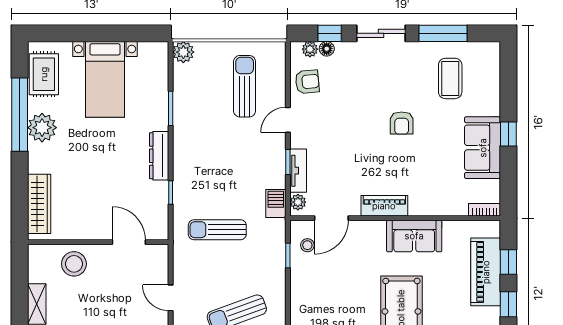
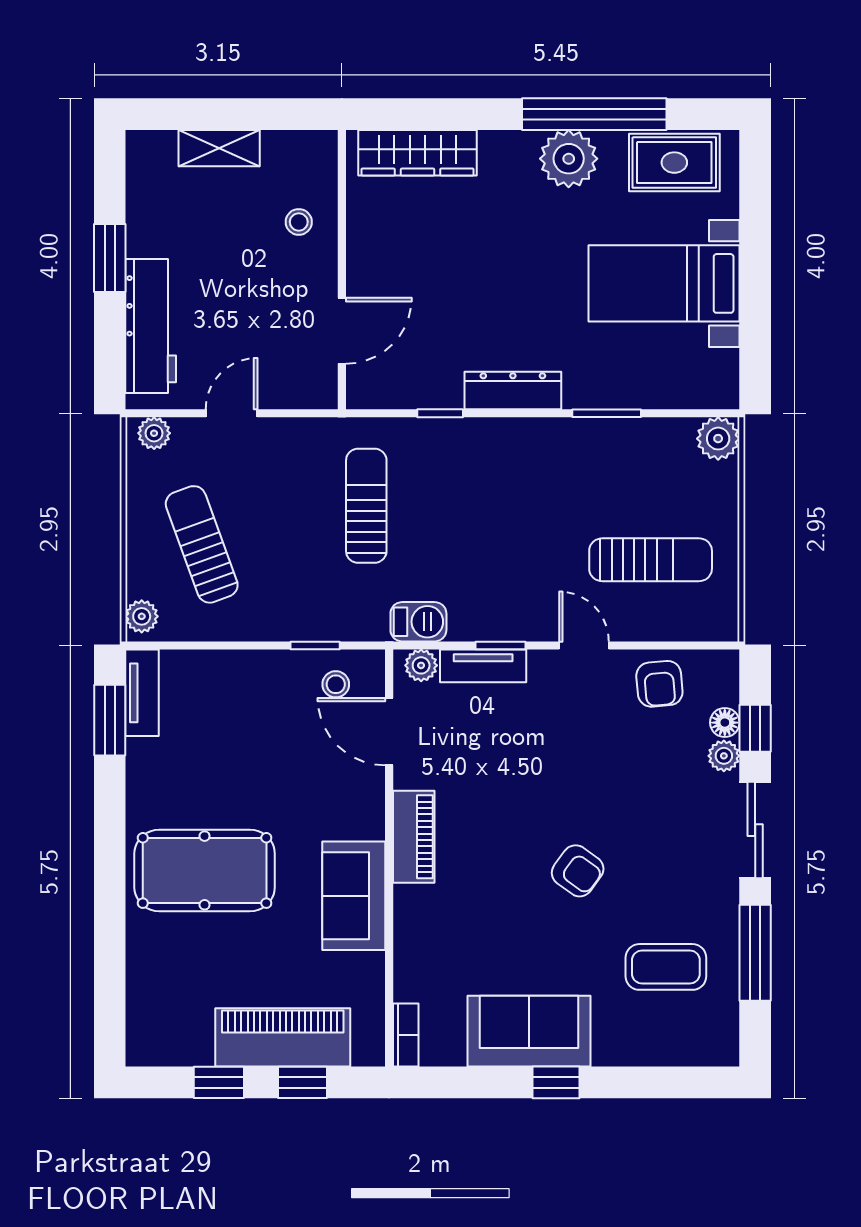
plant: (310, 49) -> (724, 756), moved
armchair: (402, 123) -> (578, 871), turned -144
stool: (74, 264) -> (299, 222), width x0.53, depth x0.53

